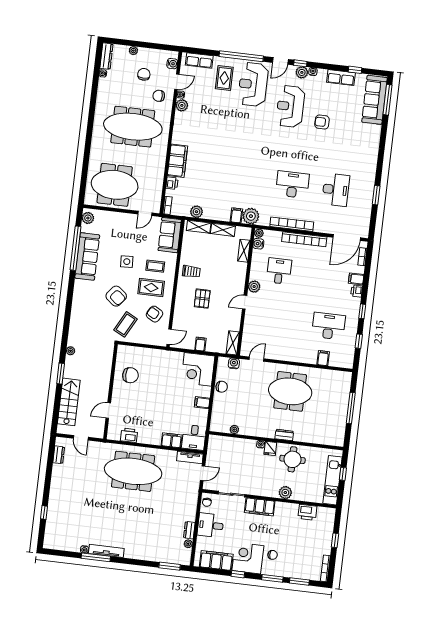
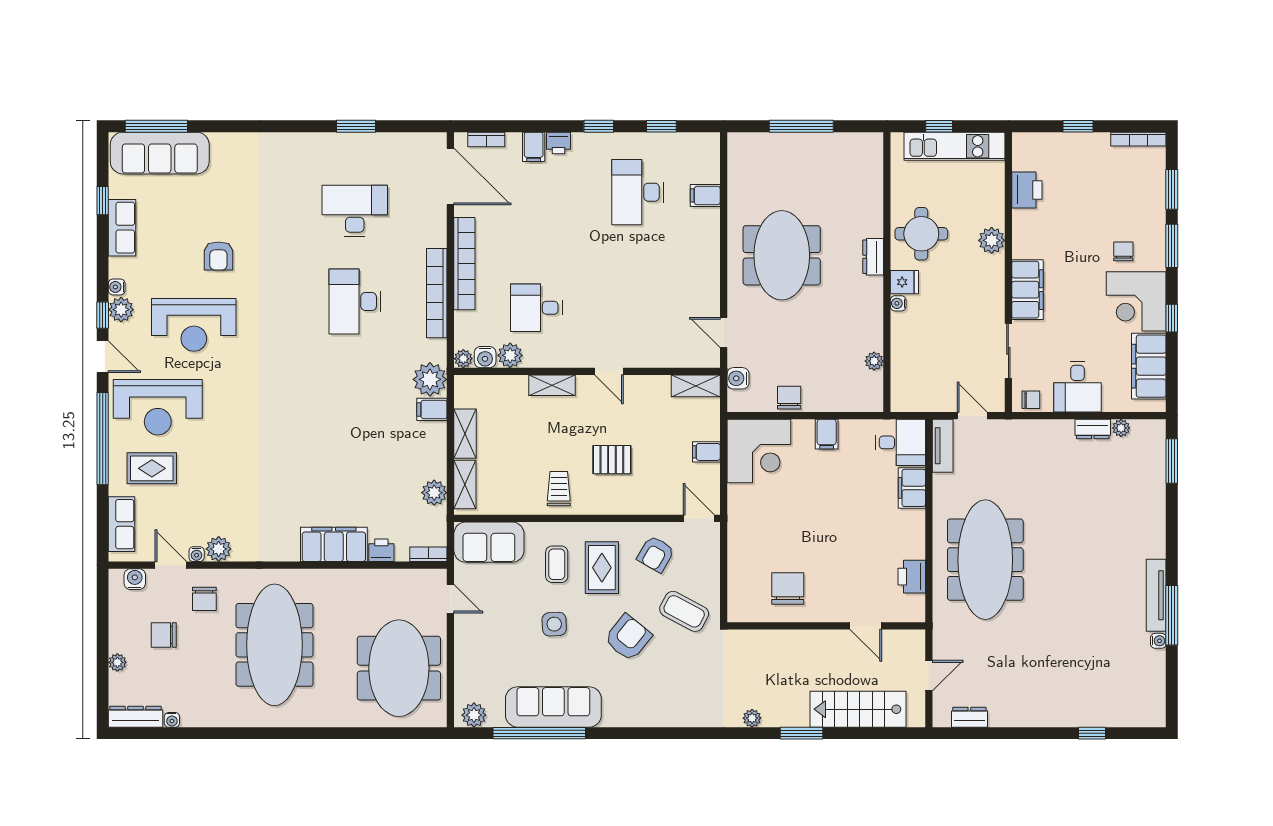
shelving: (244, 251) -> (552, 385), moved
plant: (254, 287) -> (510, 355), moved

